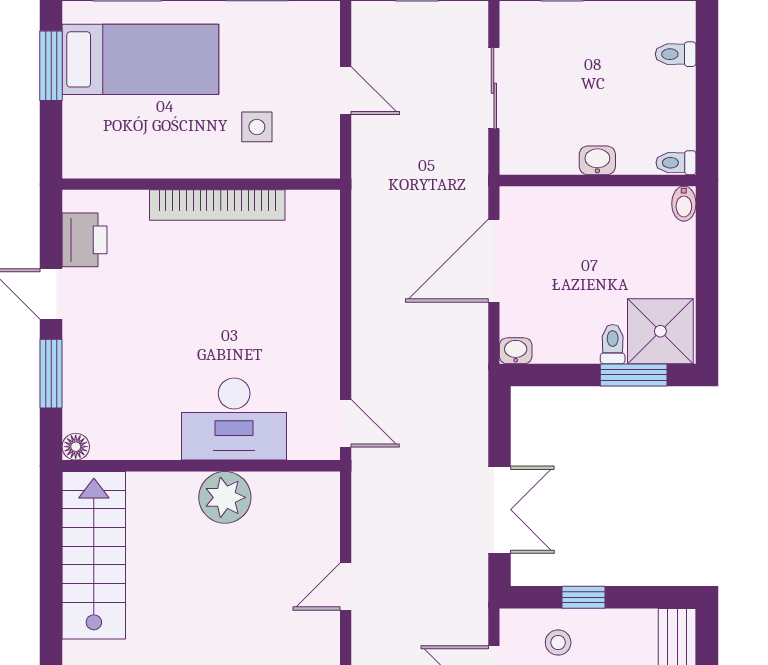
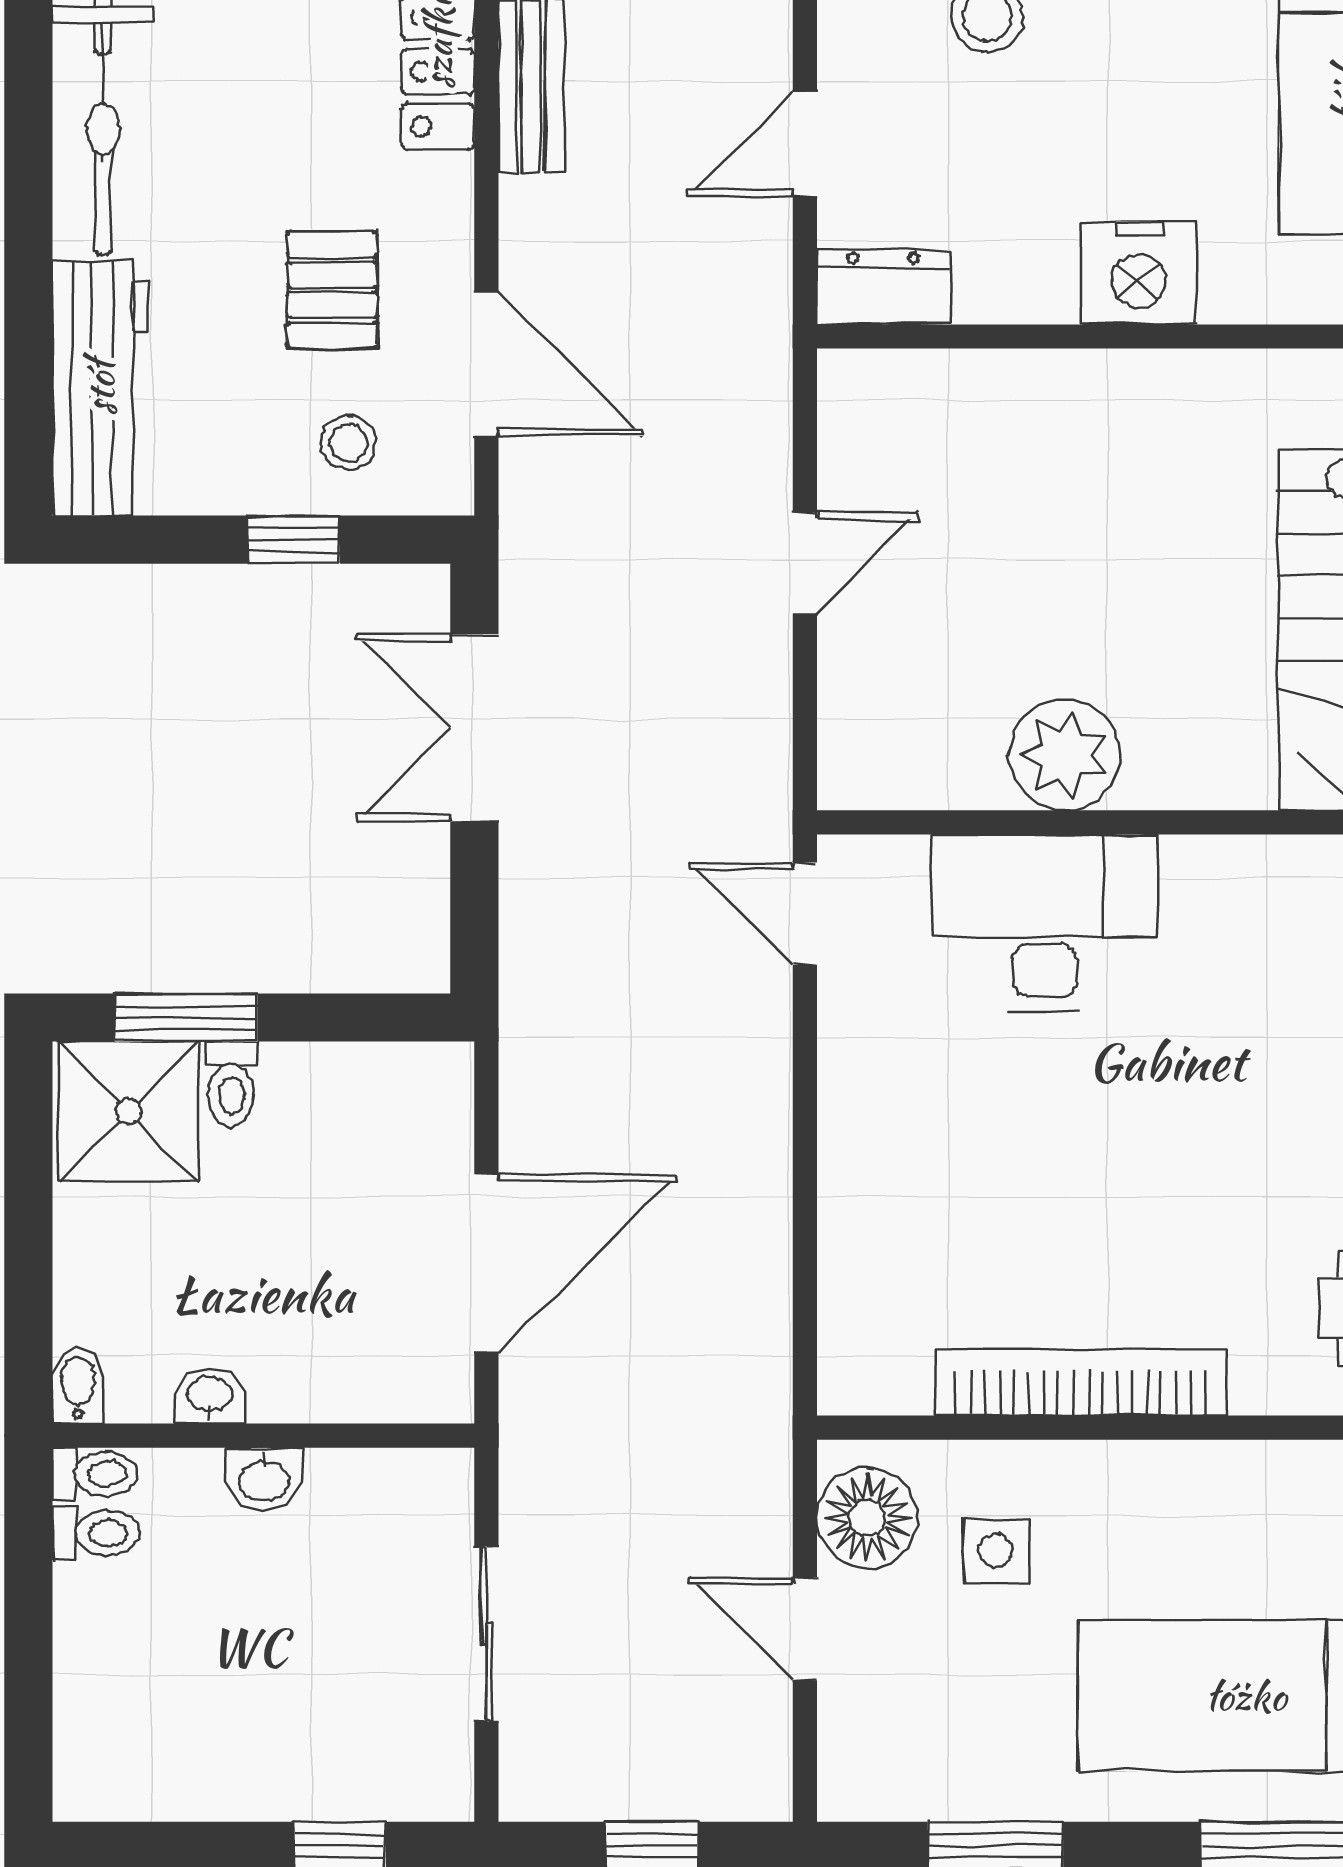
toilet: (676, 54) -> (96, 1533), moved
floor lamp: (317, 142) -> (867, 1518), added
washbasin: (516, 351) -> (210, 1396), moved, turned 180

